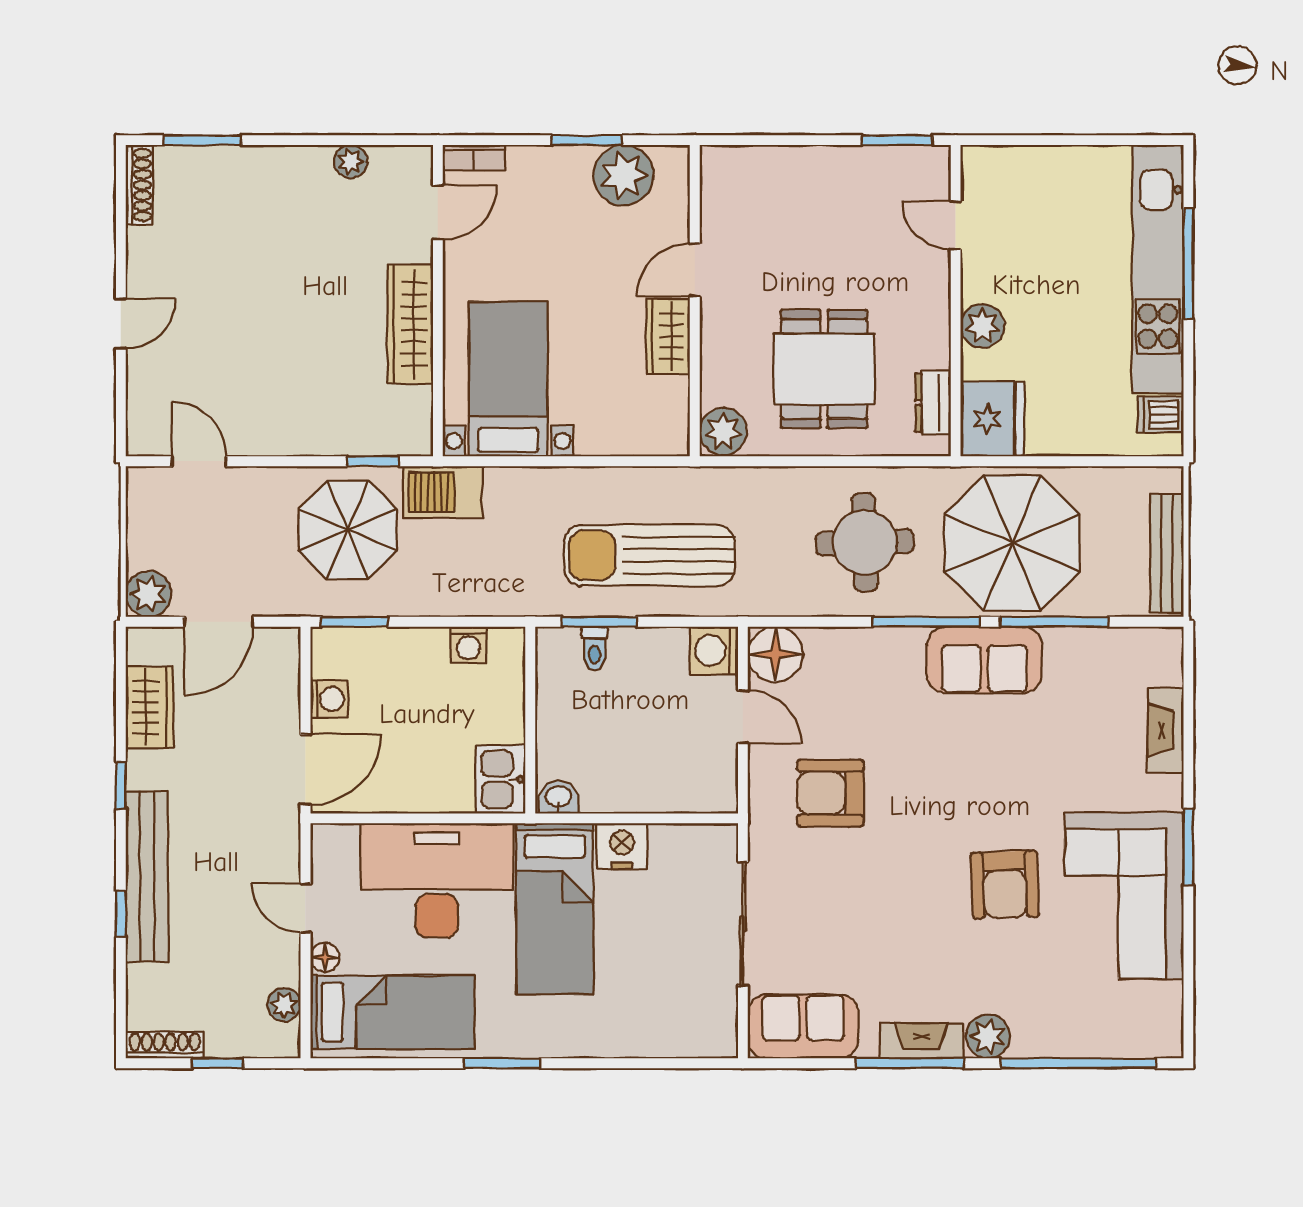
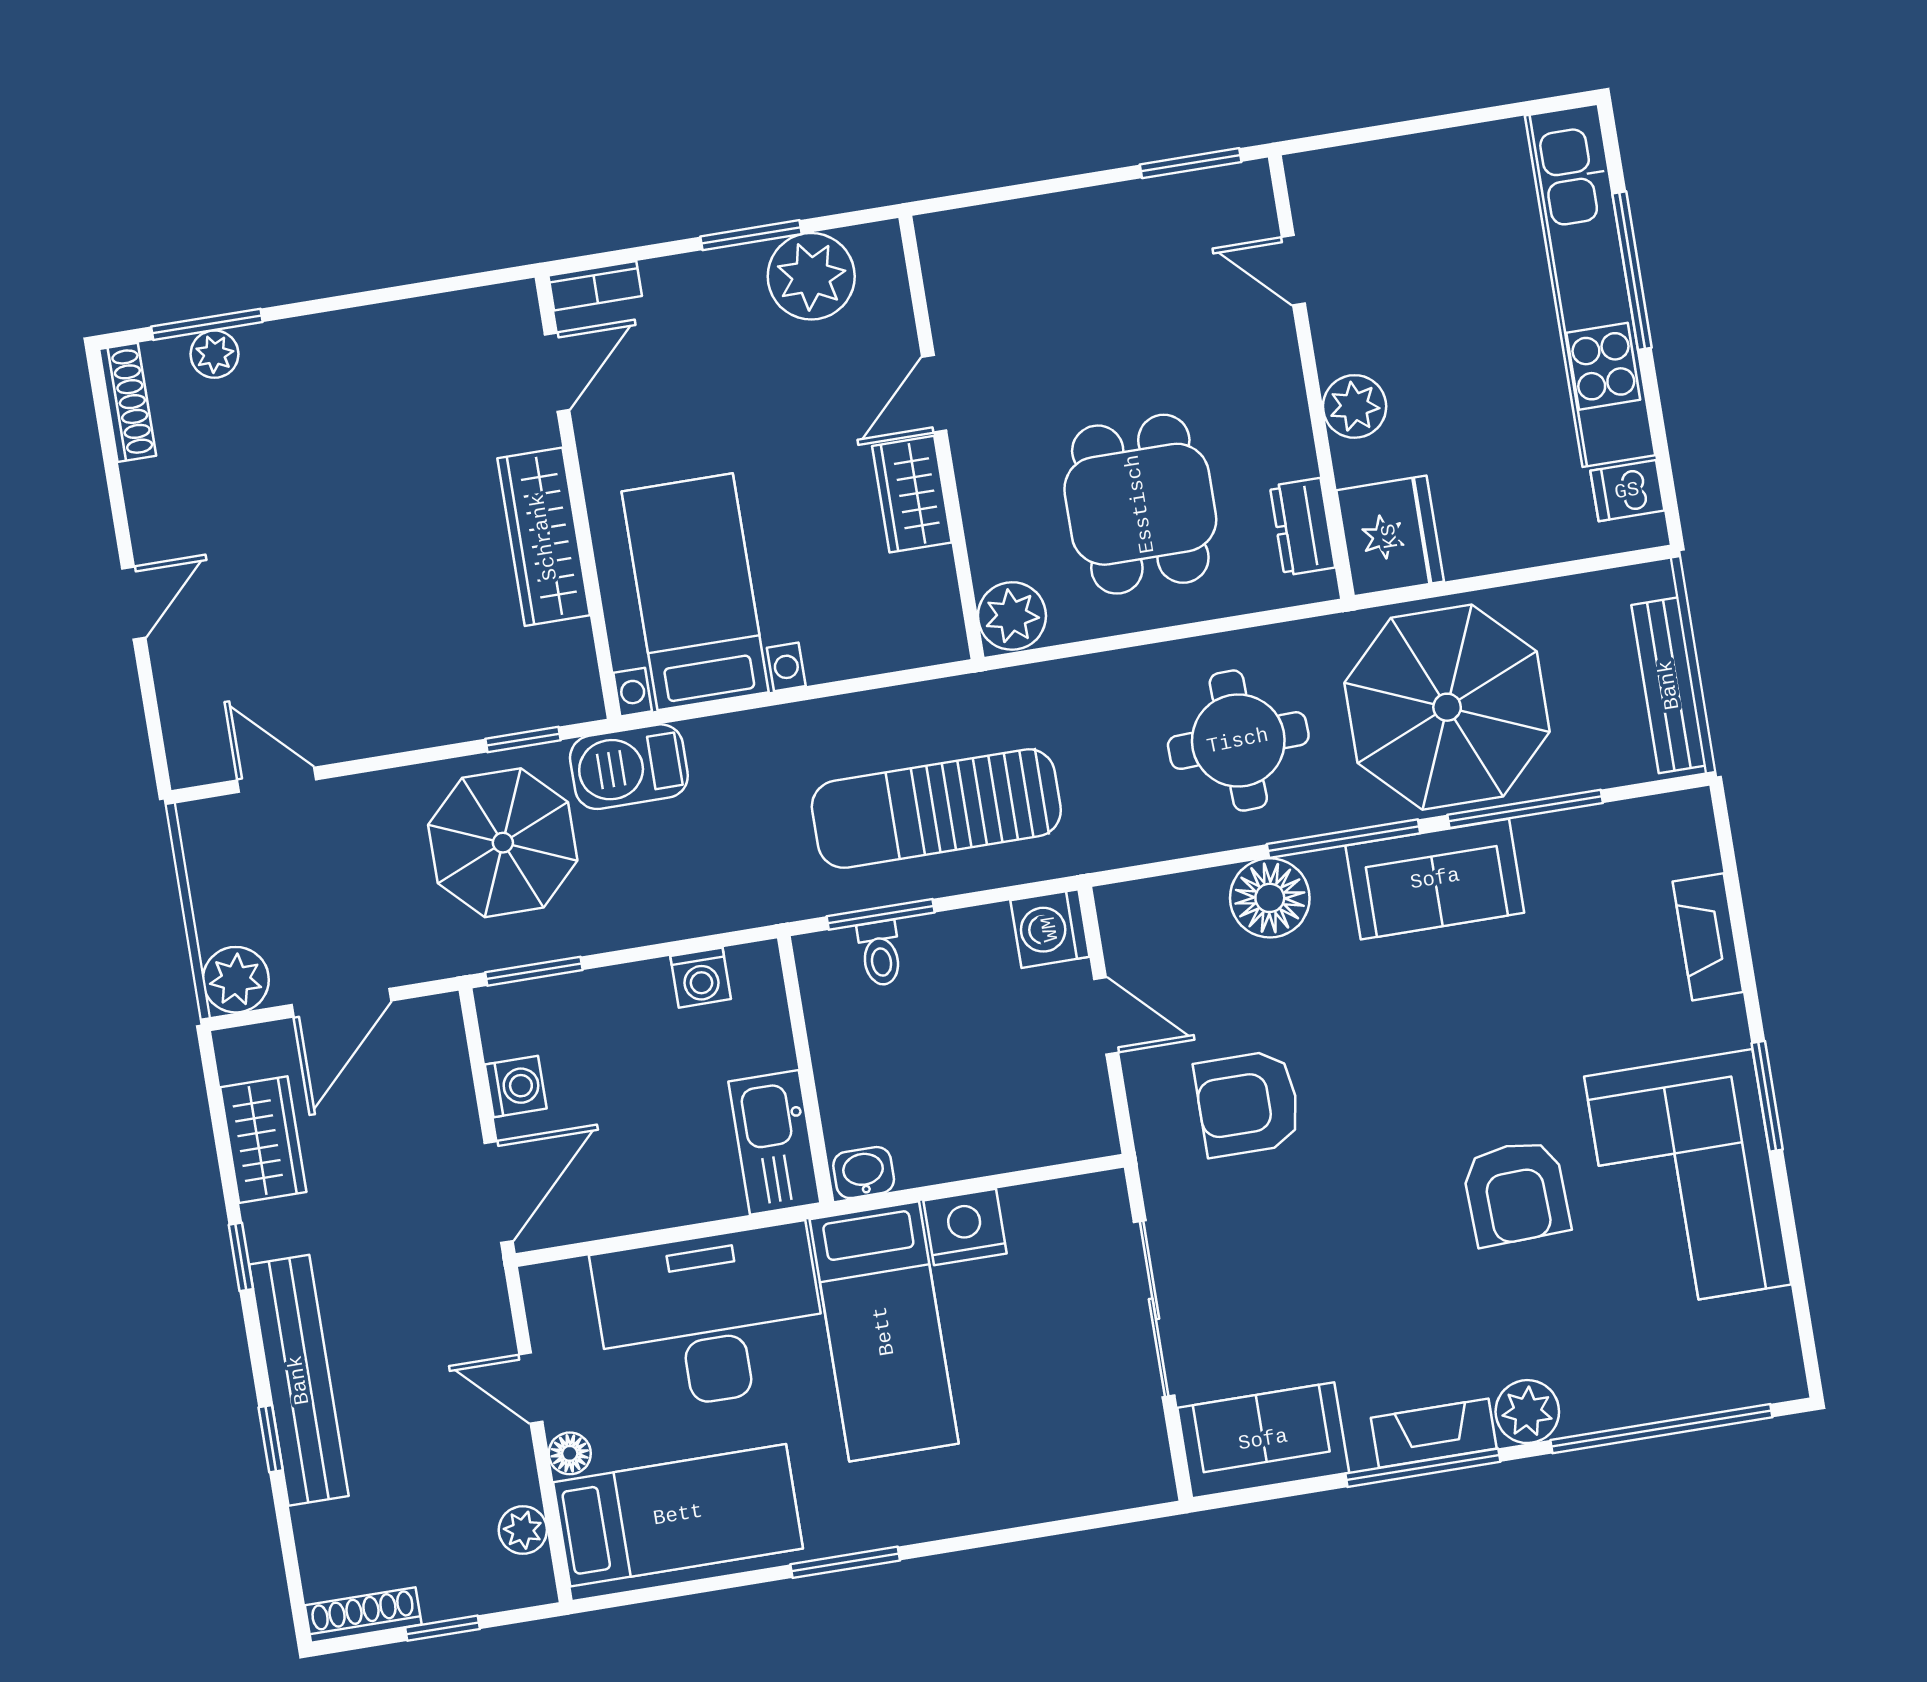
plant: (351, 162) -> (215, 354), moved
floor lamp: (775, 654) -> (1270, 898), moved
kitchen sink: (501, 779) -> (774, 1142), width x1.38

